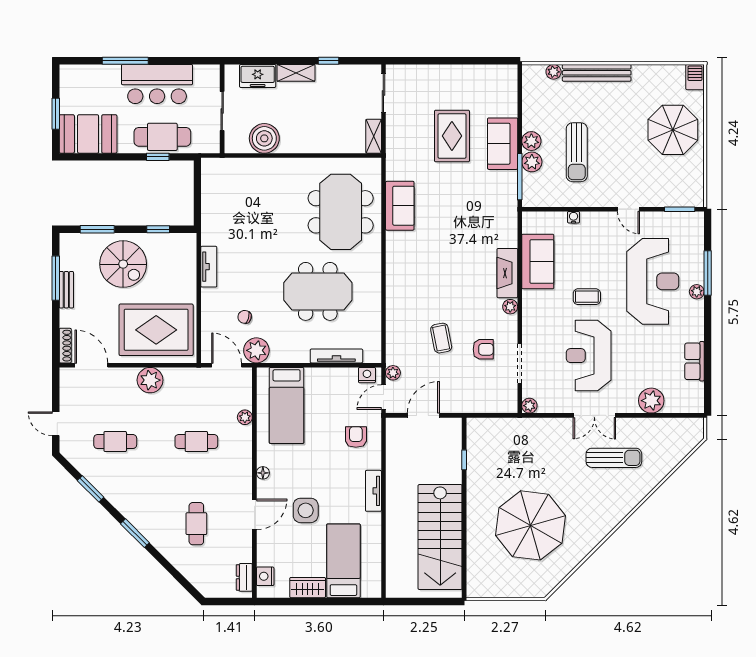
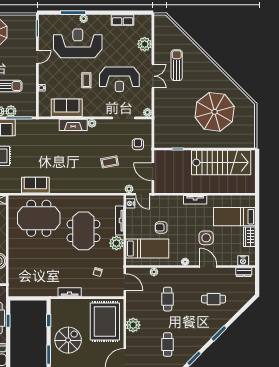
armchair: (483, 349) -> (138, 144), moved
plant: (256, 350) -> (116, 243), moved
door: (227, 365) -> (125, 282), swing flipped
armchair: (356, 437) -> (161, 227), moved

